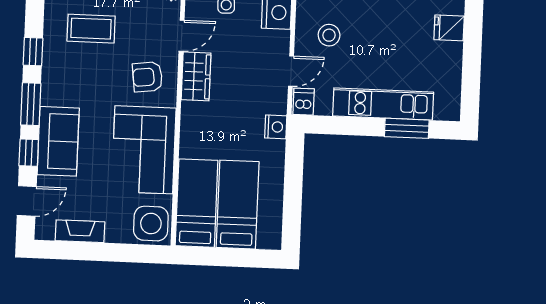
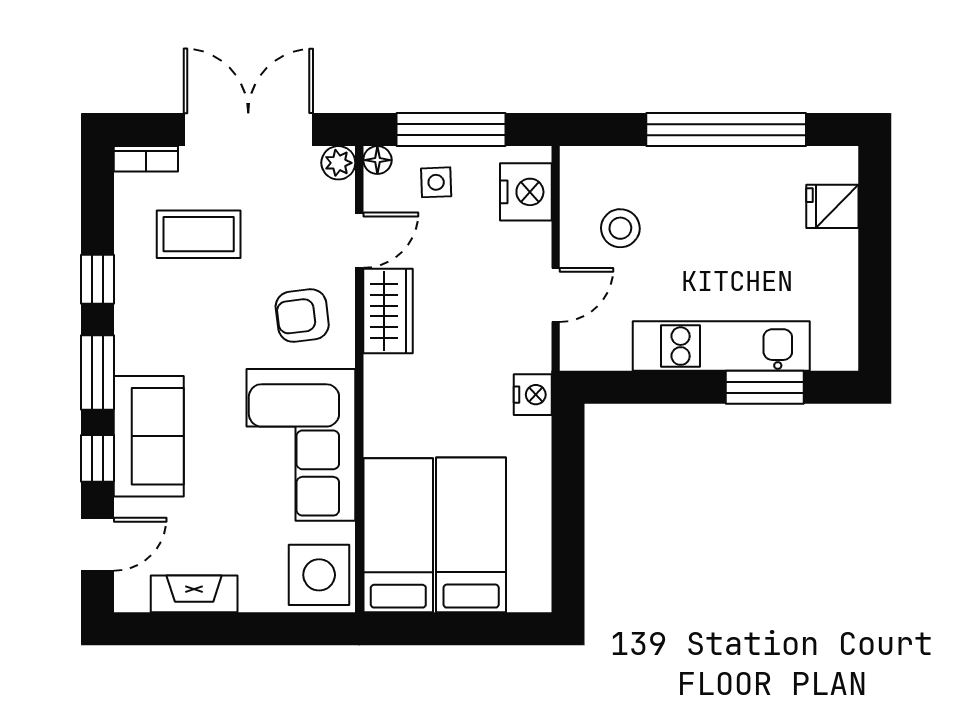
dishwasher: (304, 102) -> (580, 348), removed

